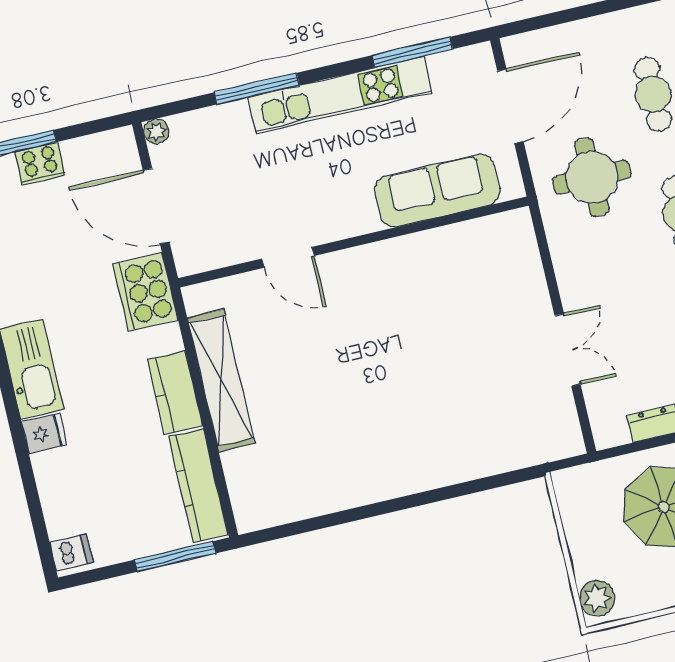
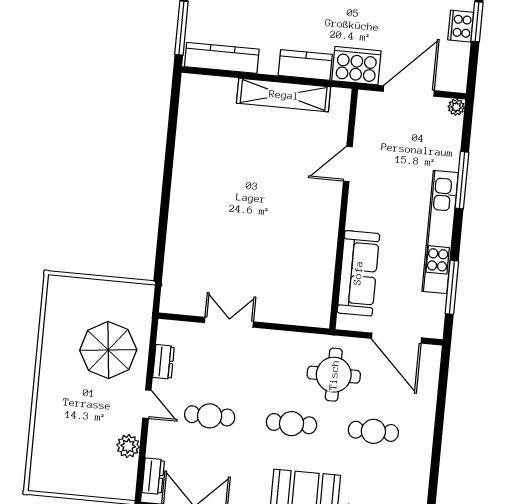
double door: (568, 350) -> (229, 322), swing flipped
kitchen counter: (175, 393) -> (305, 65), moved
plant: (597, 598) -> (65, 288), removed

